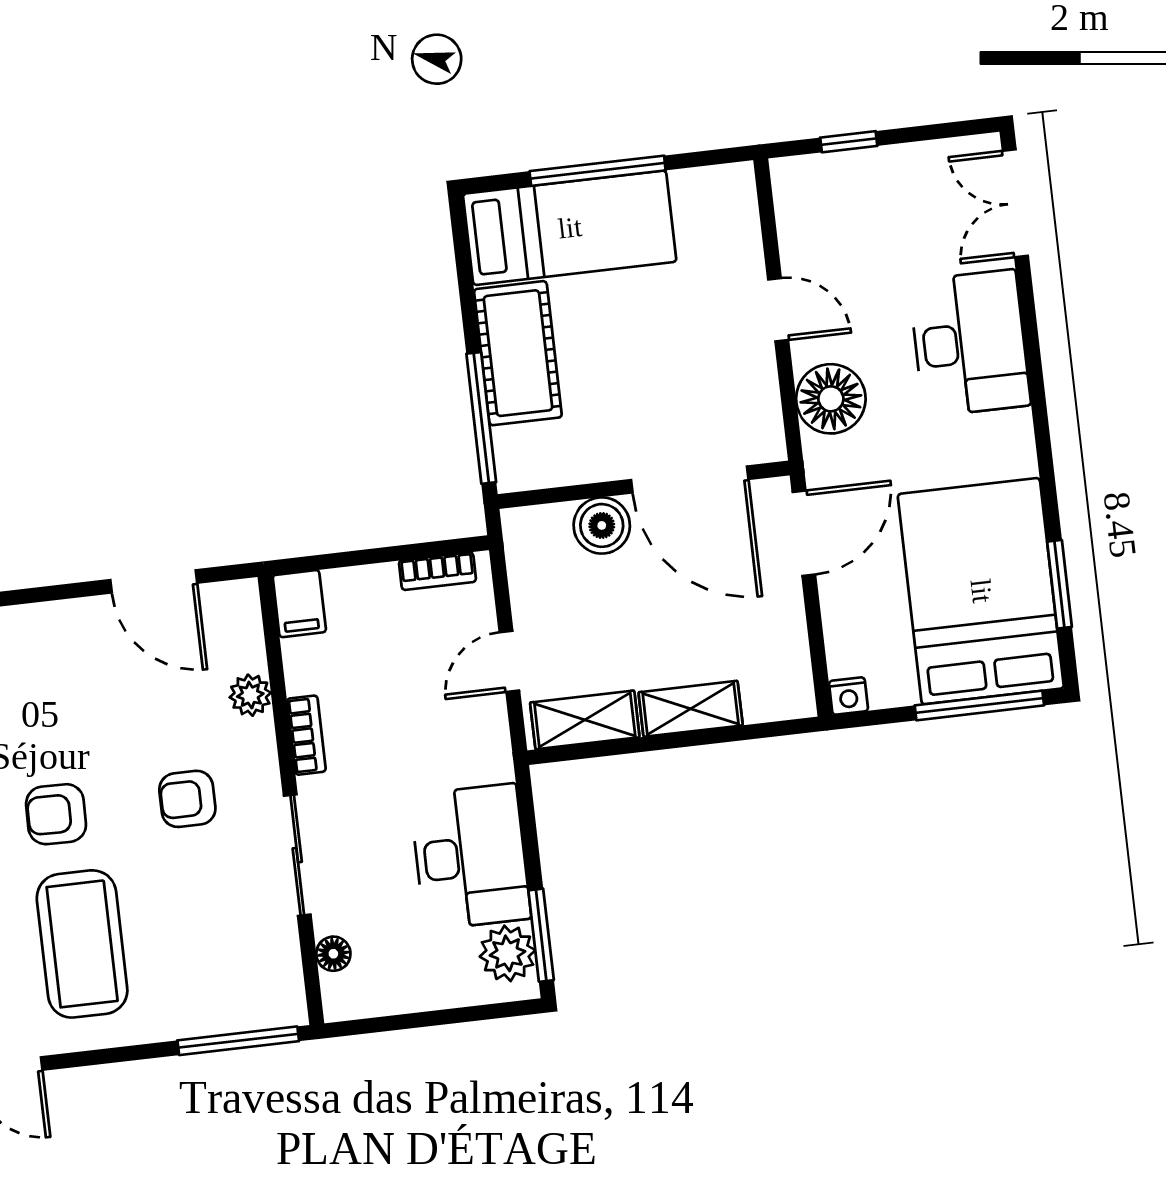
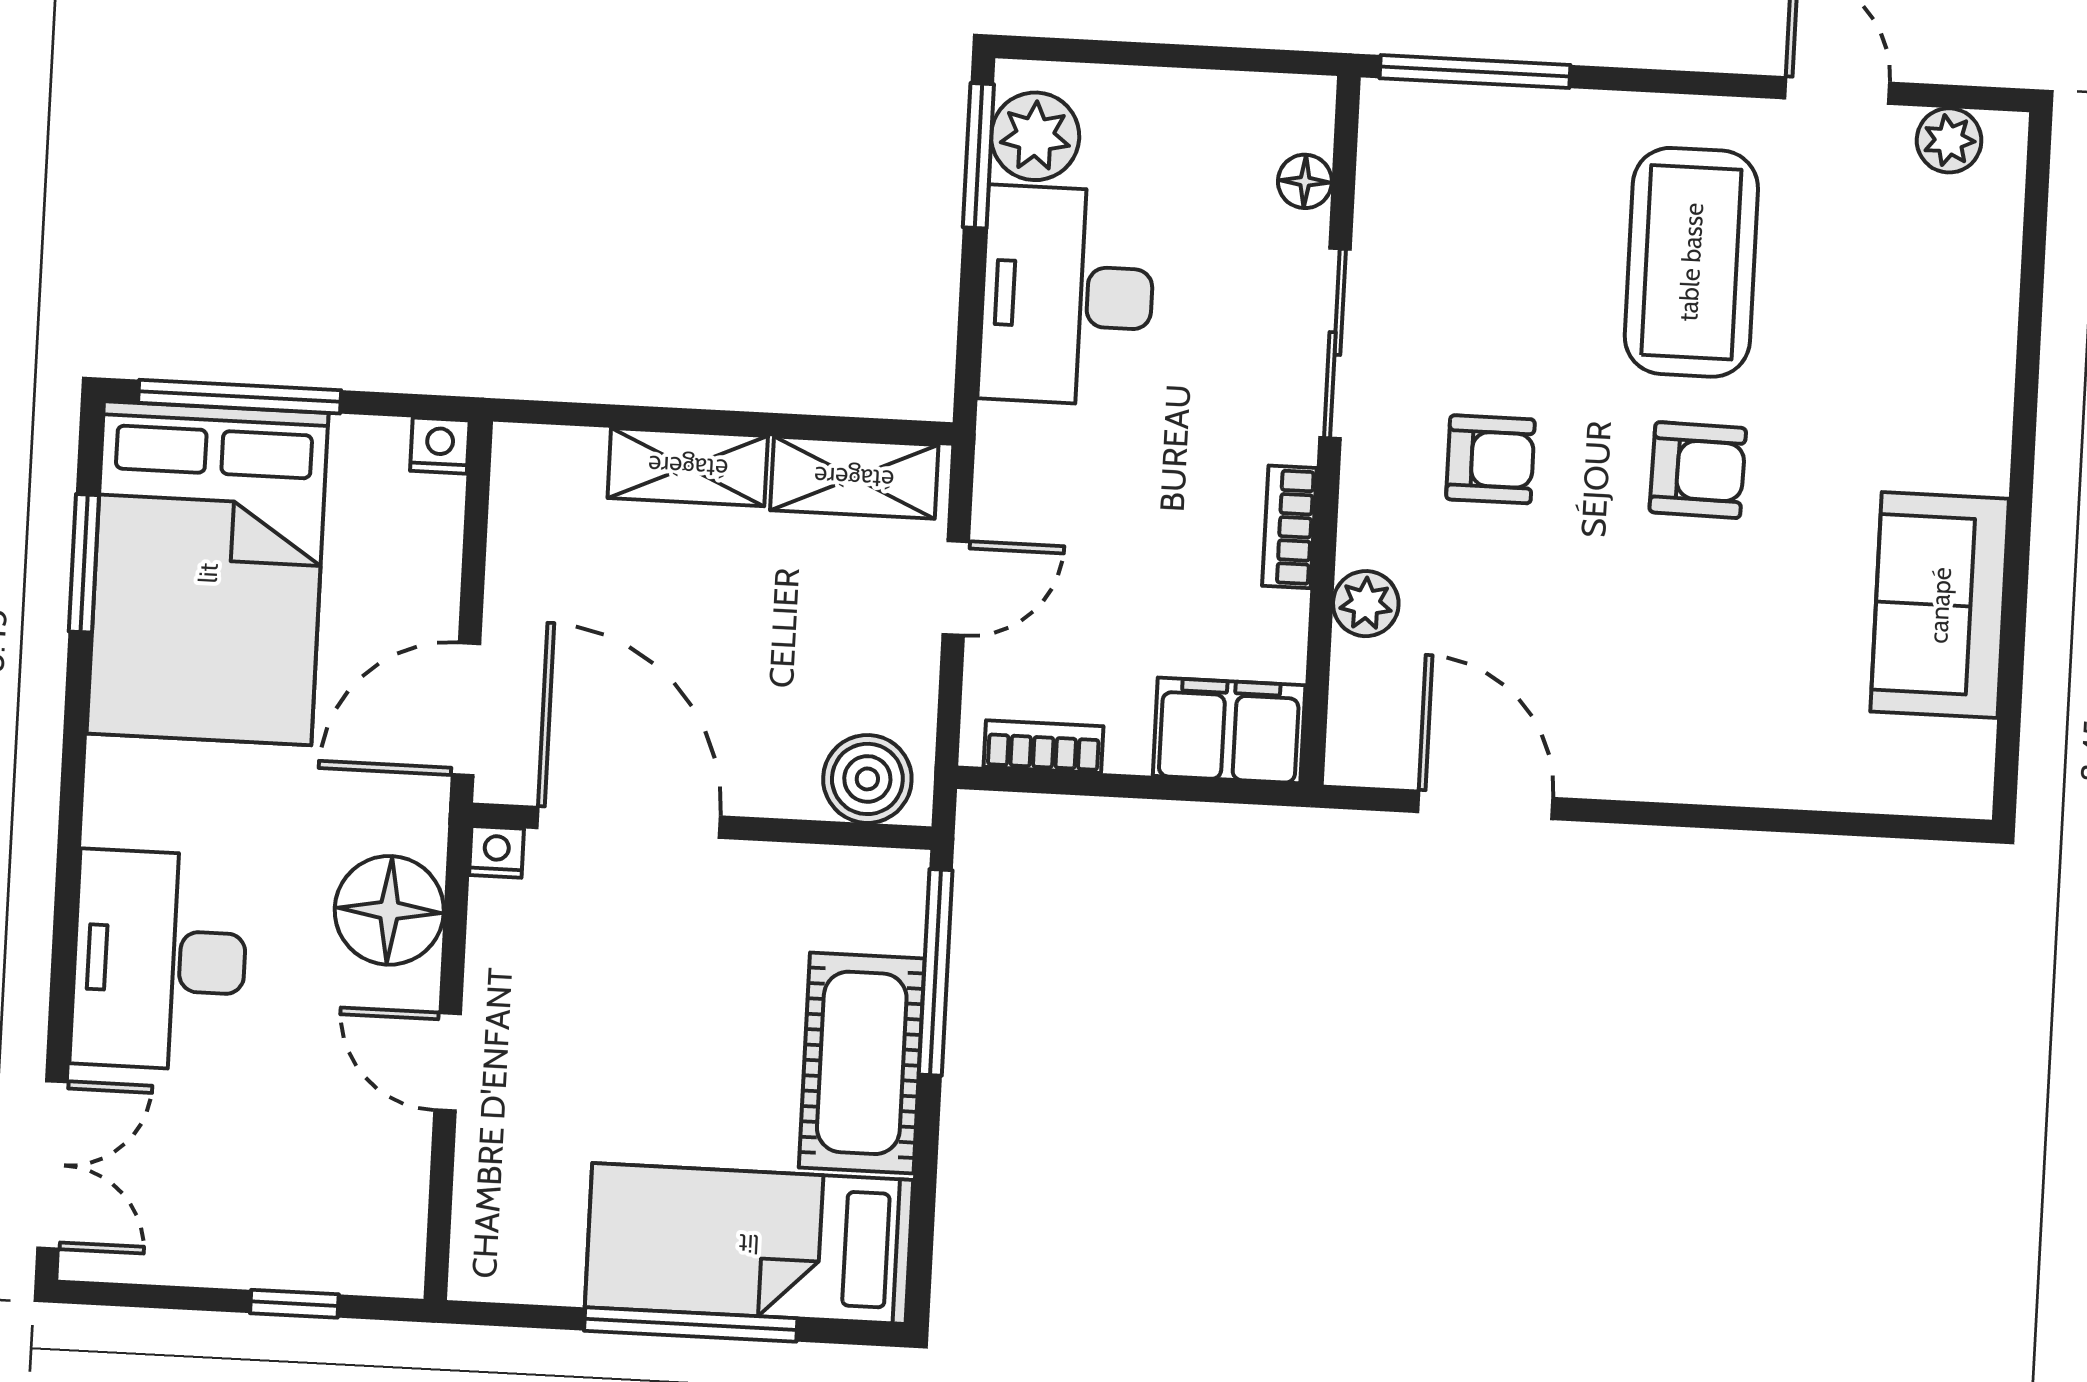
nightstand: (770, 447) -> (497, 852), added
boiler: (602, 525) -> (867, 779), moved
filing cabinet: (299, 604) -> (1229, 730), width x2.00

